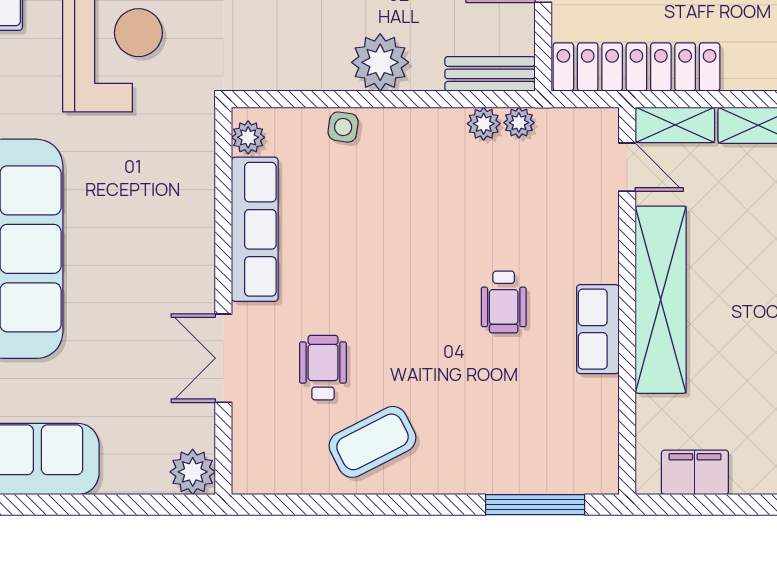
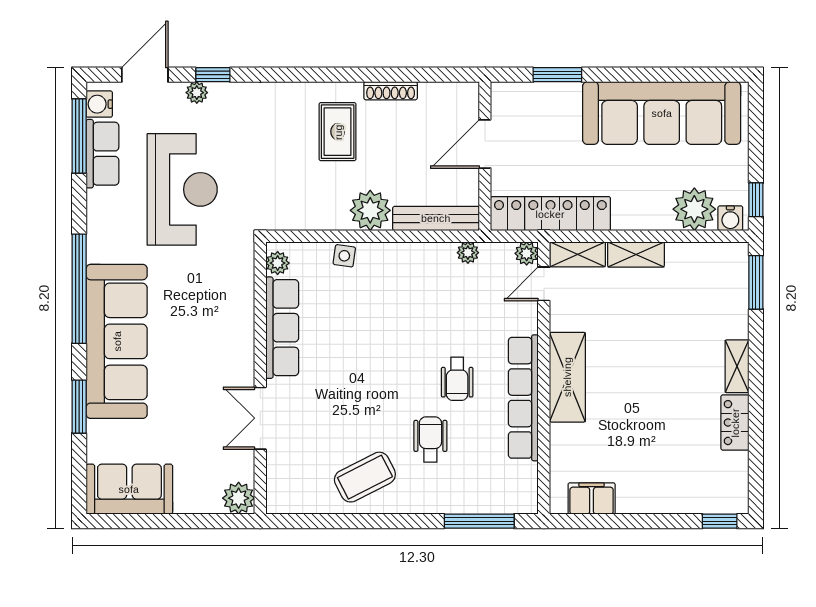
bench: (490, 74) -> (436, 218), width x1.36
plant: (484, 124) -> (527, 253), moved
door: (627, 167) -> (544, 284), swing flipped
shelving: (661, 300) -> (567, 377), width x0.68
row of seats: (598, 329) -> (523, 398), width x2.02
wheelchair: (323, 368) -> (430, 440), moved

